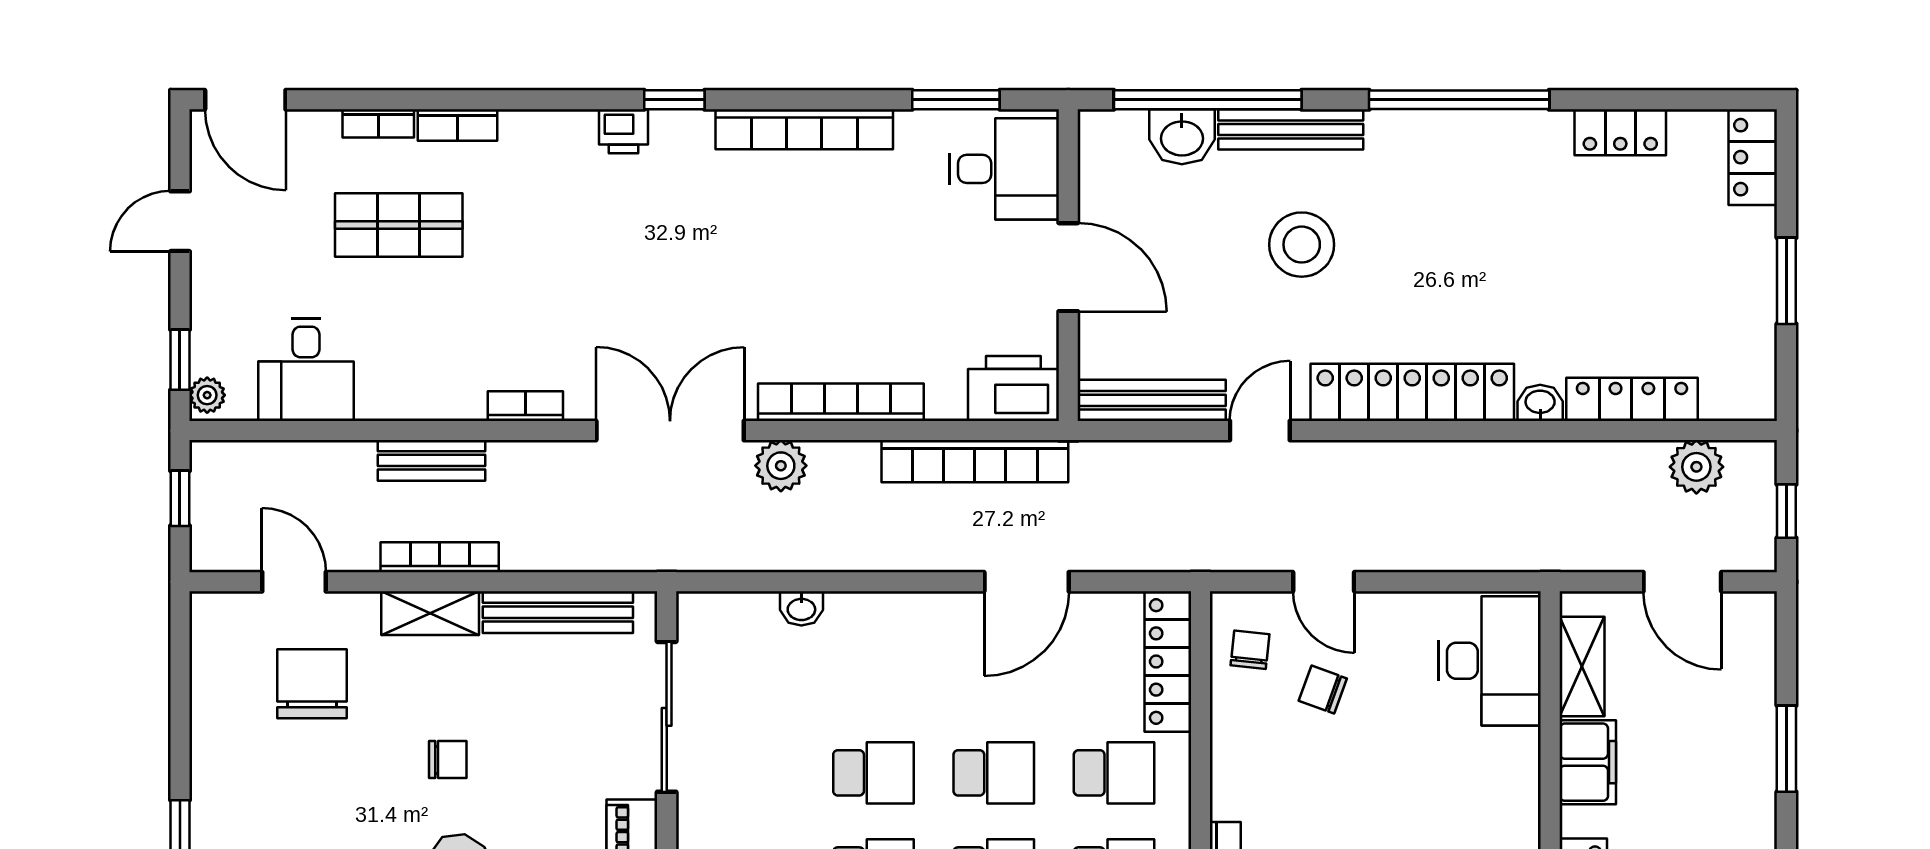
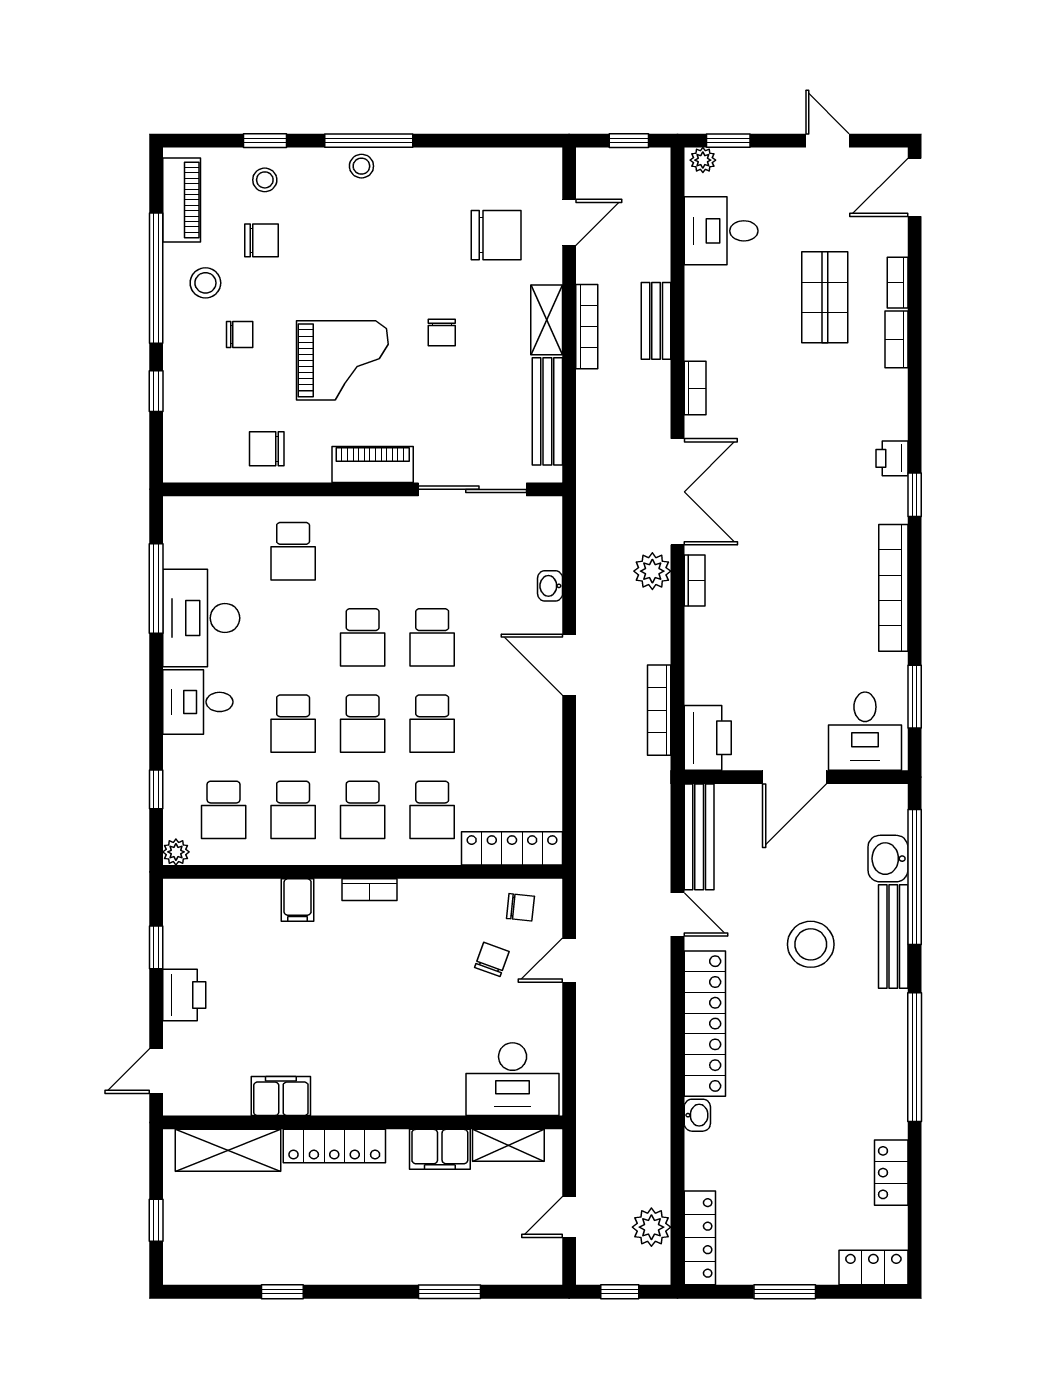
locker: (1632, 399) -> (700, 1238), moved
bookcase: (841, 402) -> (695, 581), width x0.43, depth x0.76
bookcase: (975, 461) -> (659, 710), width x0.68, depth x0.76
door: (1027, 582) -> (569, 665), moved
door: (1682, 582) -> (569, 1217), width x0.73

